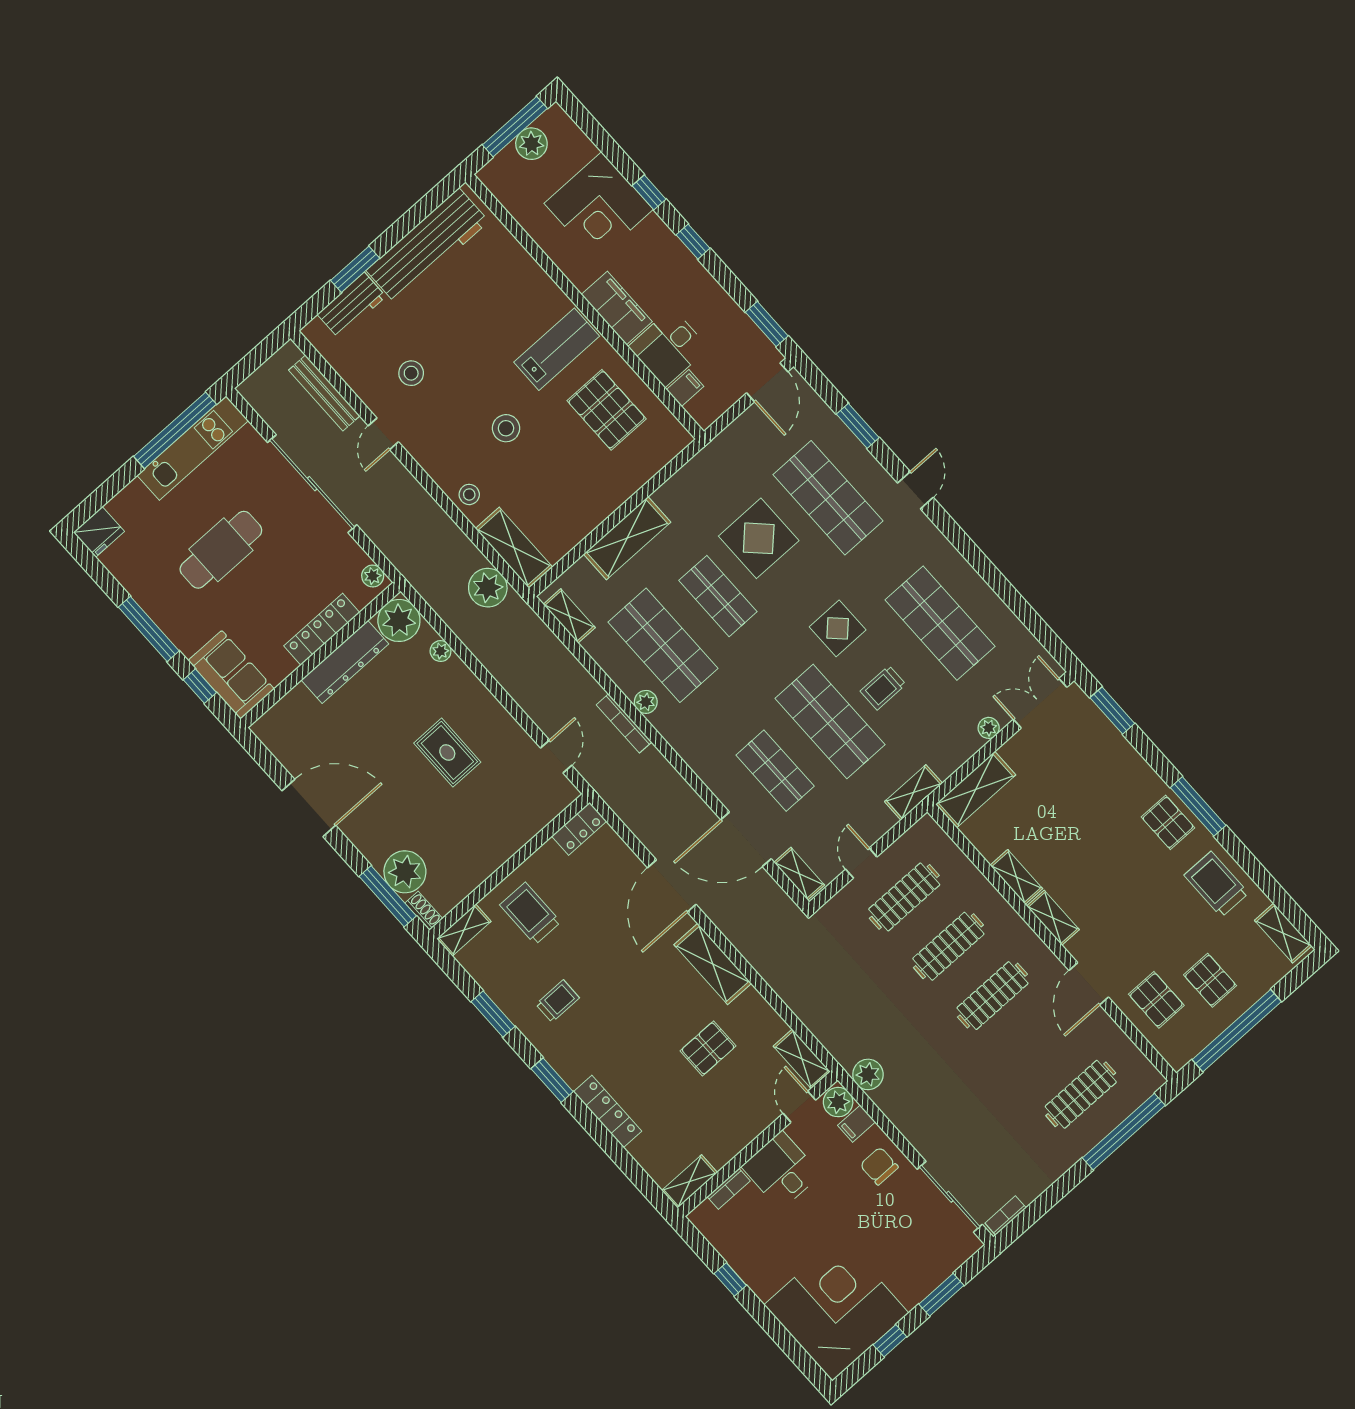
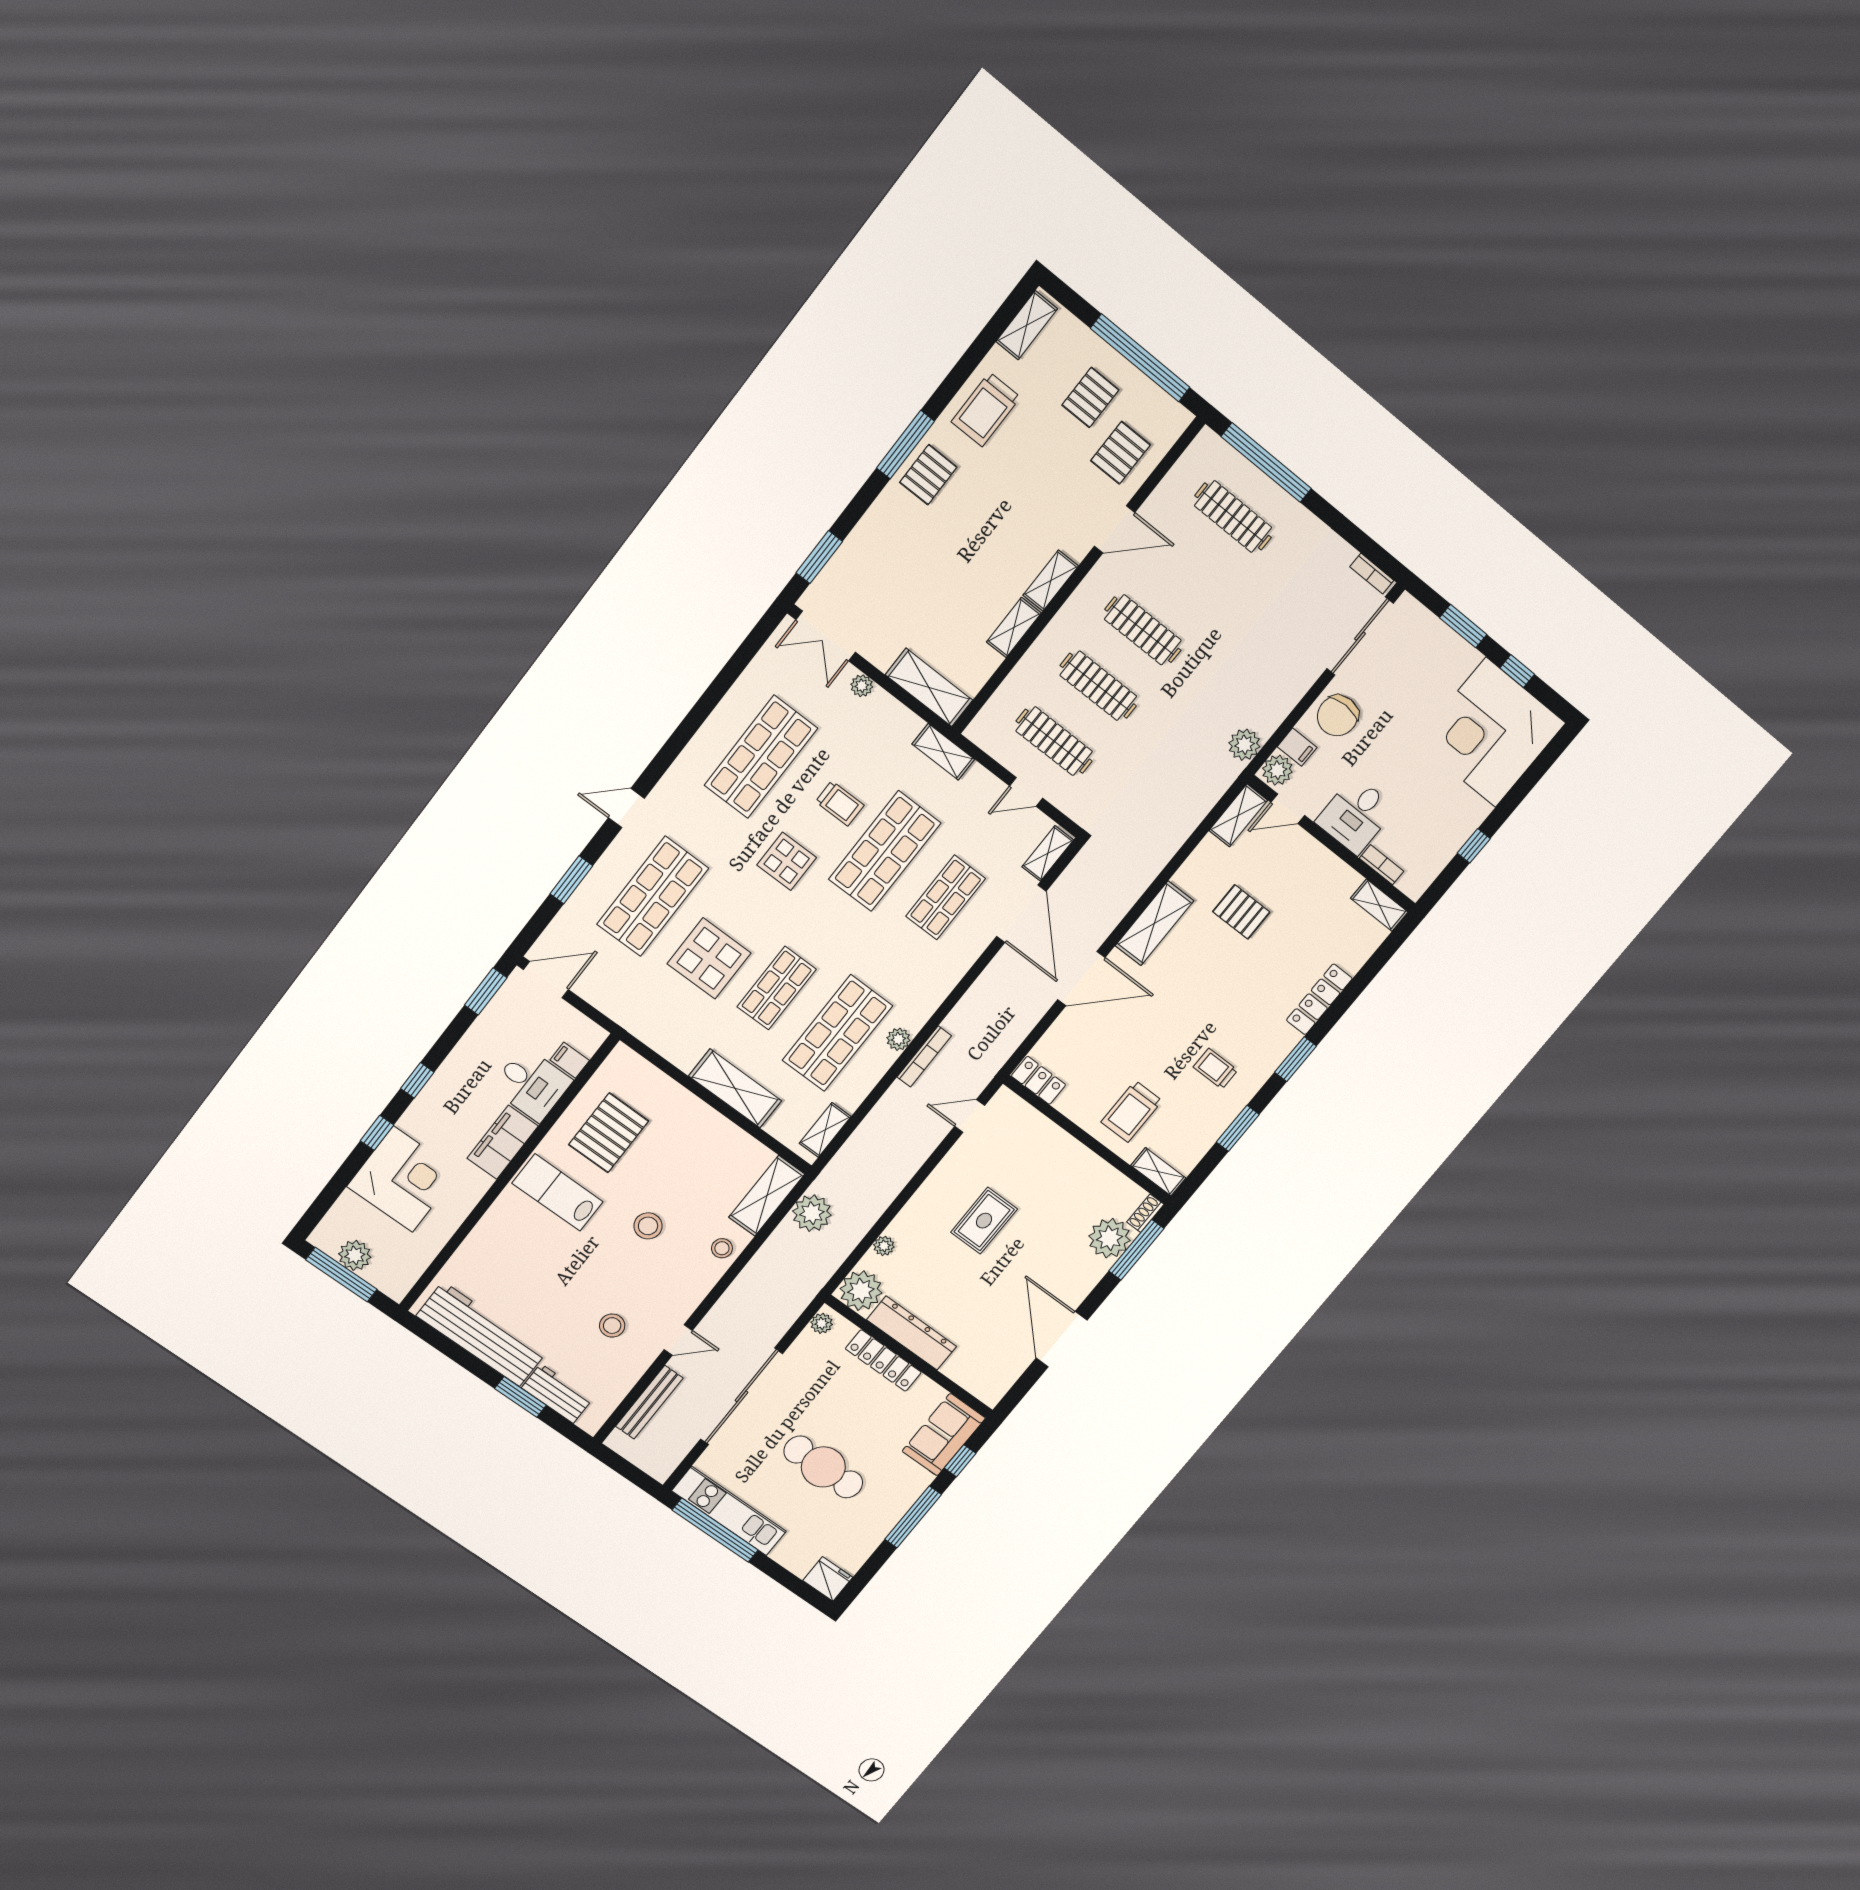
chair: (879, 1166) -> (1338, 716), width x1.37, depth x1.37

